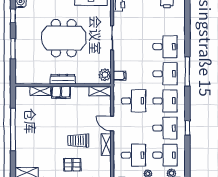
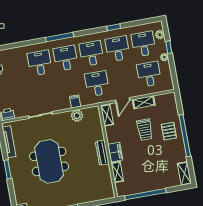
dresser: (63, 79) -> (102, 153), moved
wall: (63, 85) -> (108, 151), moved
shelving: (40, 91) -> (117, 172), moved
shelving: (100, 91) -> (107, 115), moved
filing cabinet: (61, 92) -> (115, 152), moved

